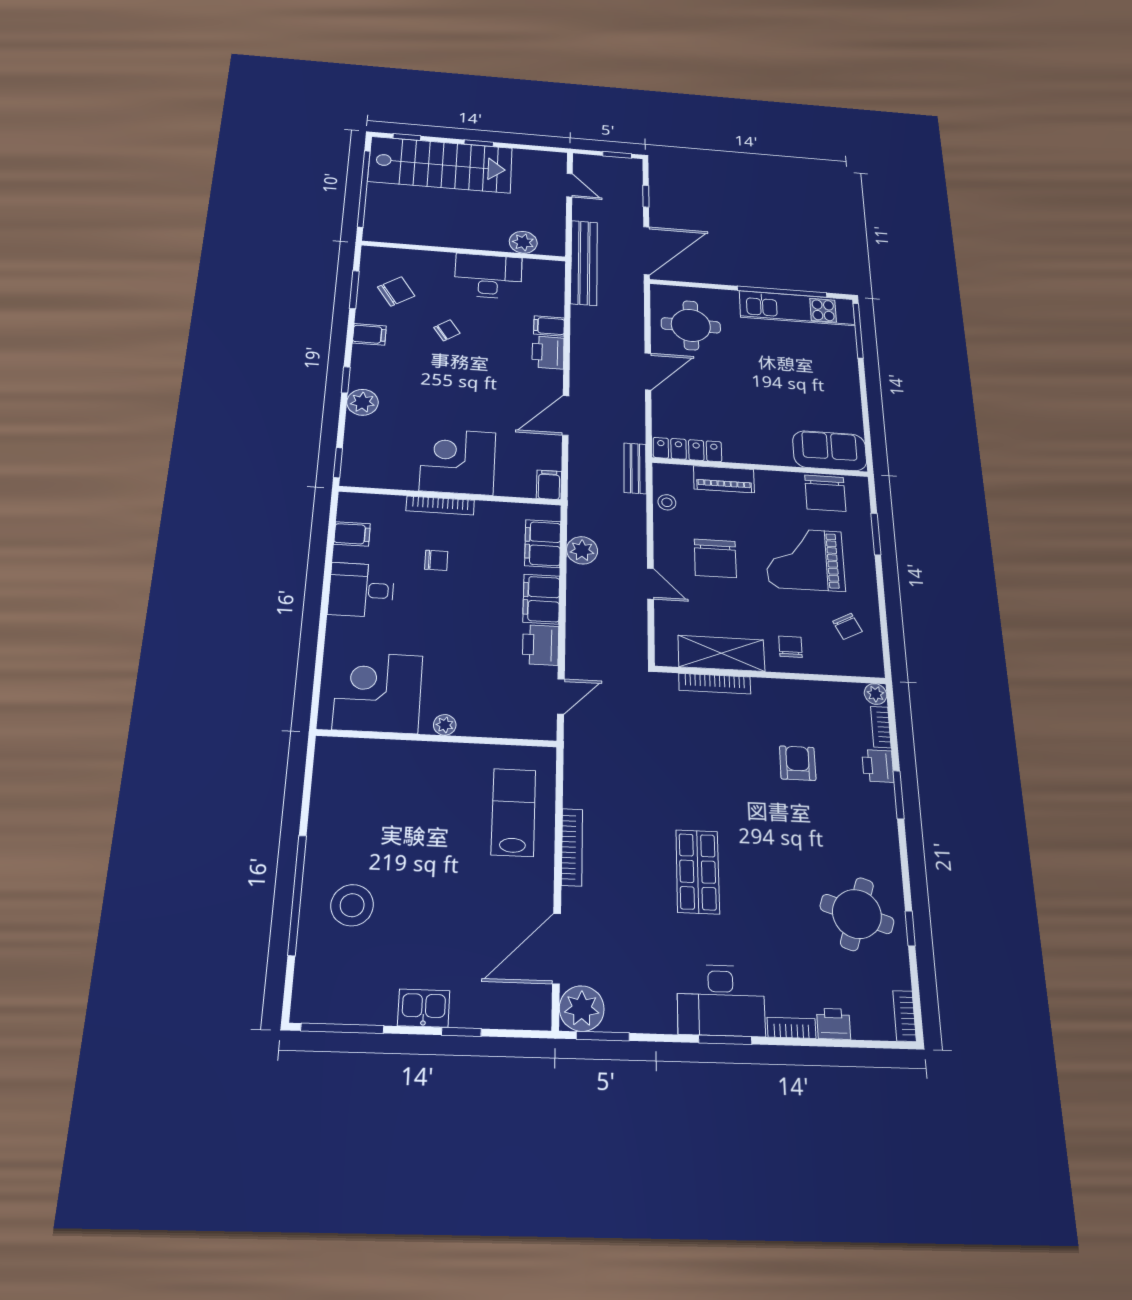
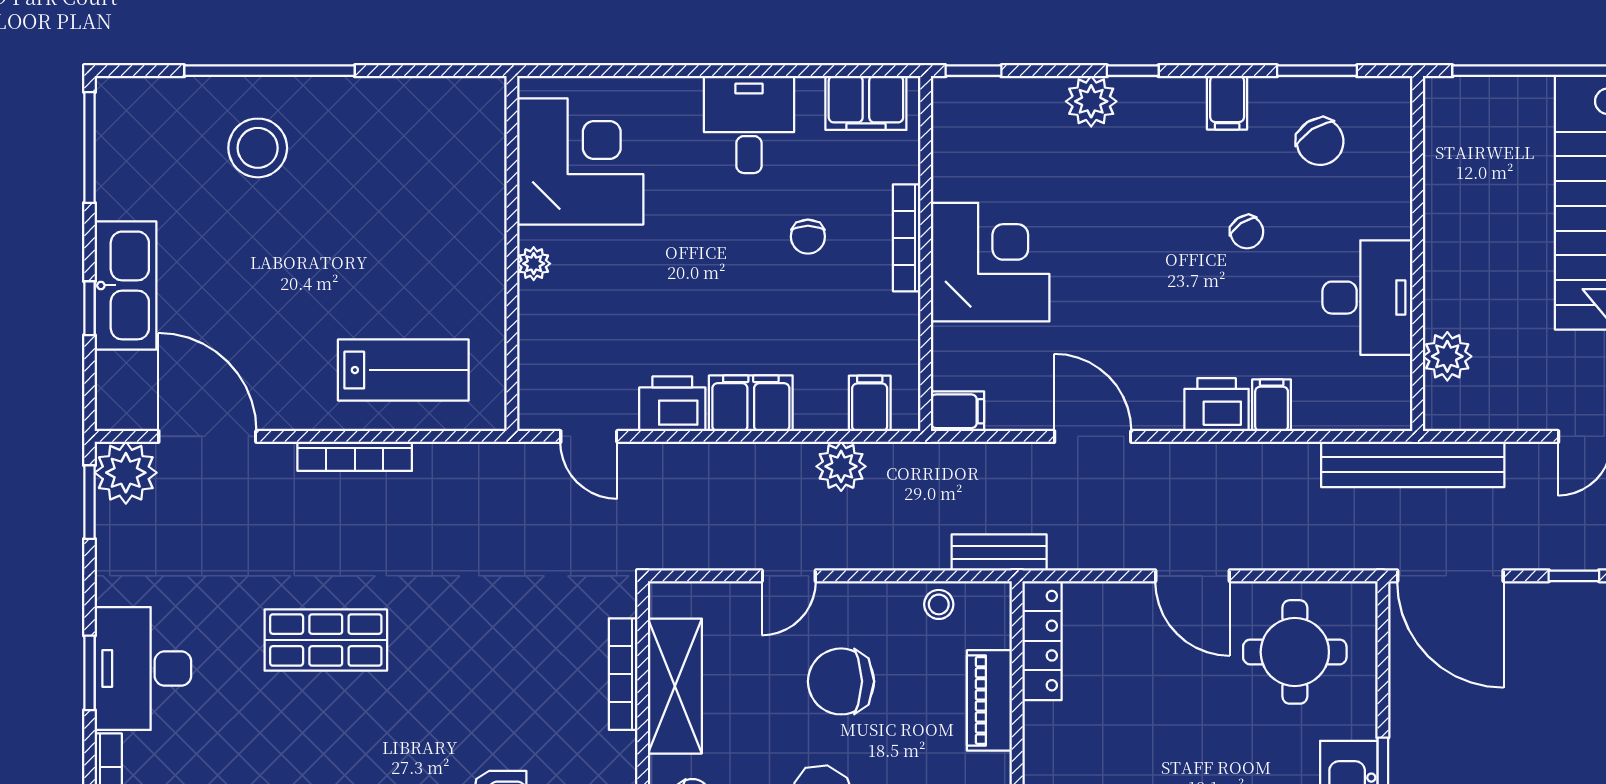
filing cabinet: (352, 534) -> (866, 103), width x2.00
filing cabinet: (543, 544) -> (870, 403), width x0.50
kitchen sink: (424, 1008) -> (126, 285), width x1.87, depth x1.24

